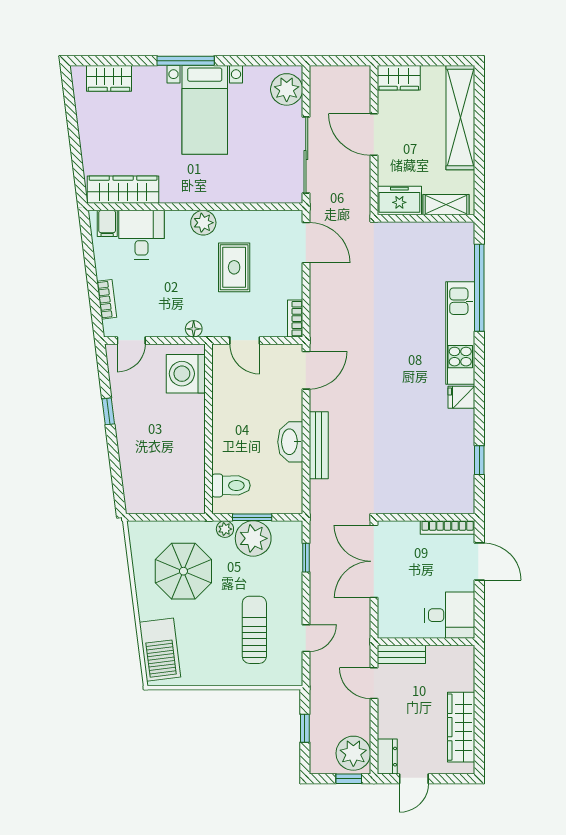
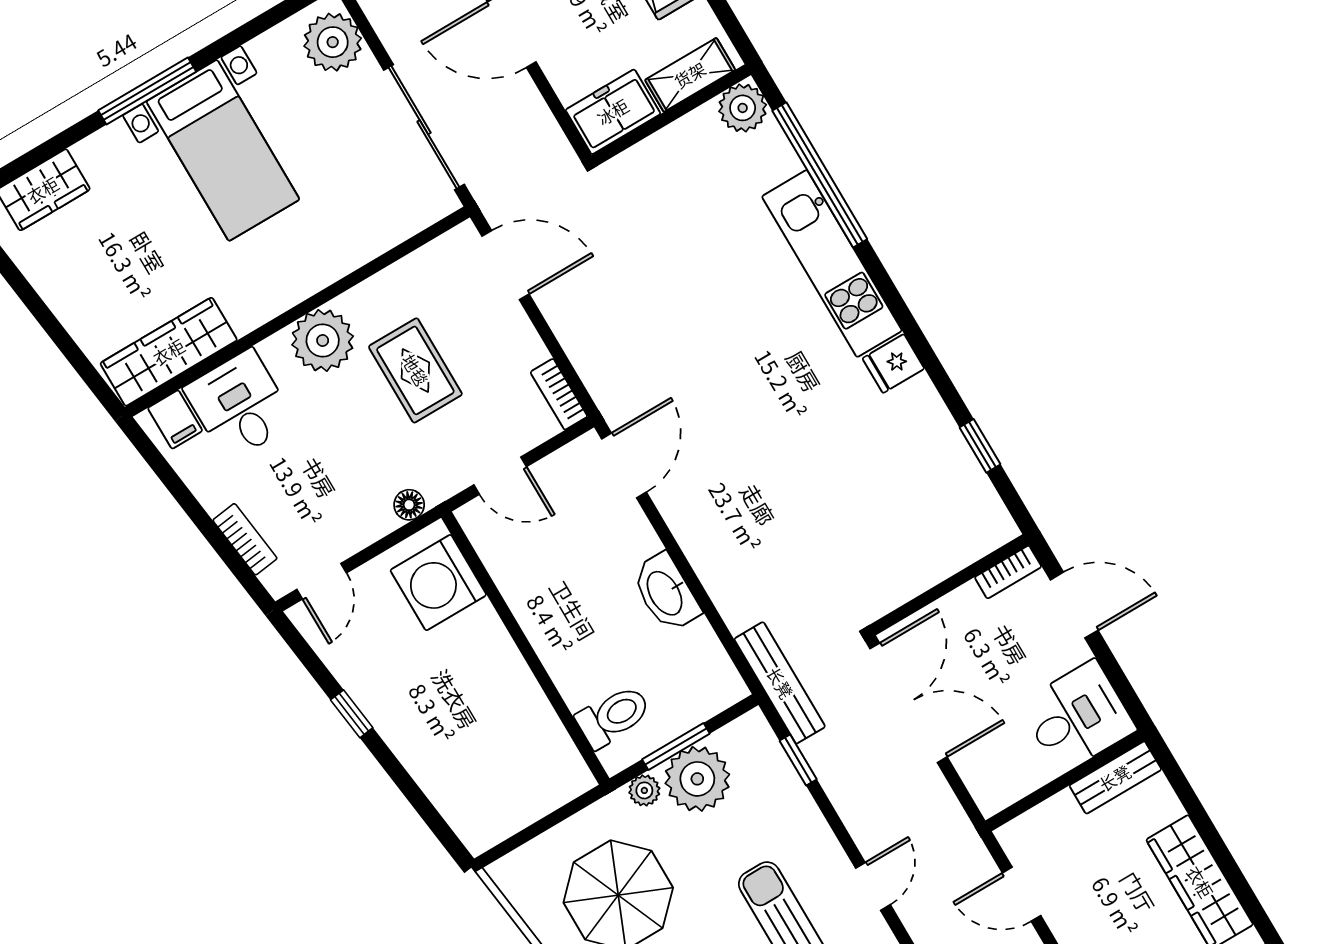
plant: (203, 223) -> (323, 340), width x1.36, depth x1.36
plant: (462, 235) -> (743, 108), added
bench: (319, 445) -> (780, 683), moved
bookcase: (448, 528) -> (1008, 572), width x0.64
double door: (374, 561) -> (909, 703), swing flipped
bench: (401, 654) -> (1115, 778), moved

